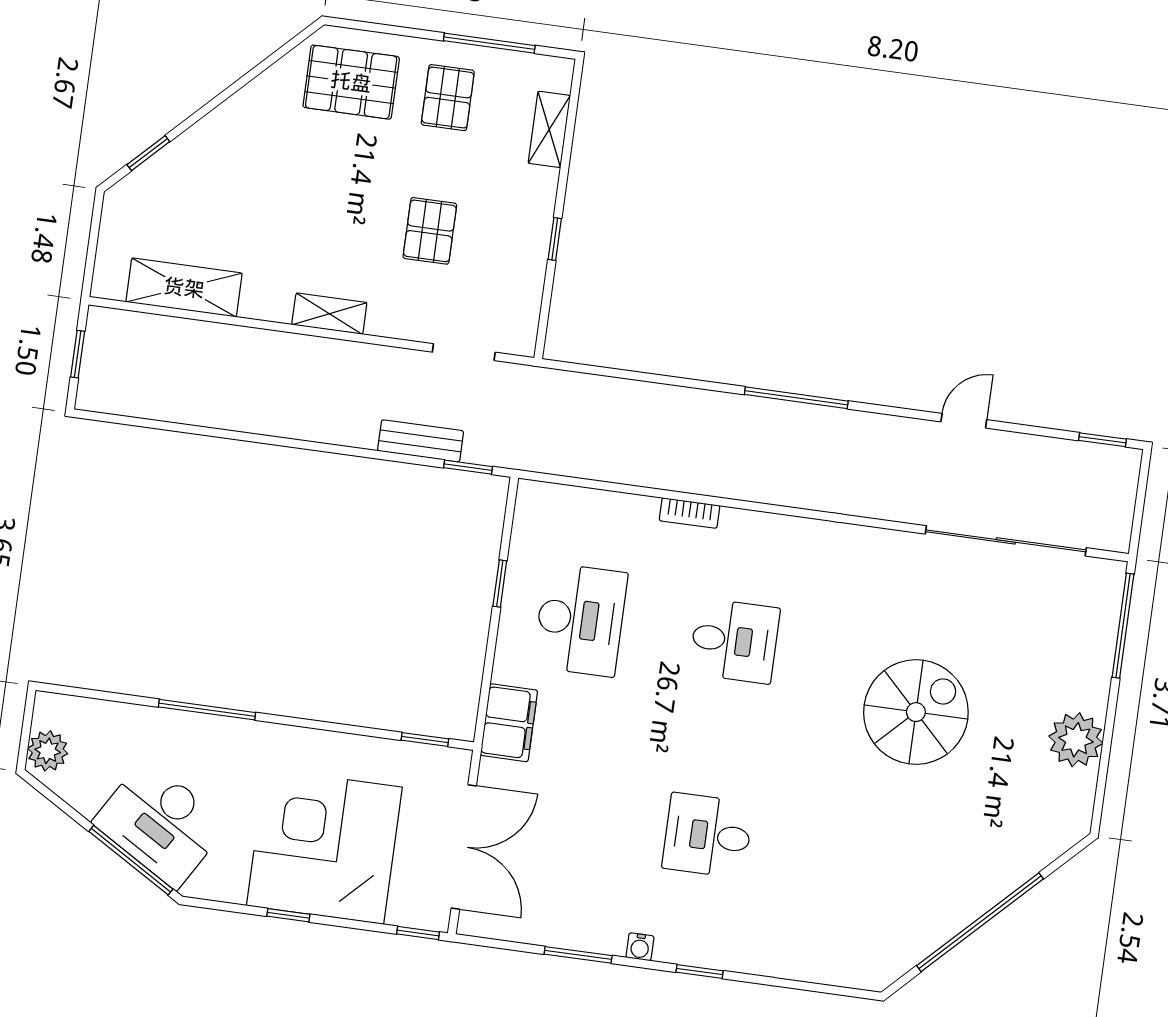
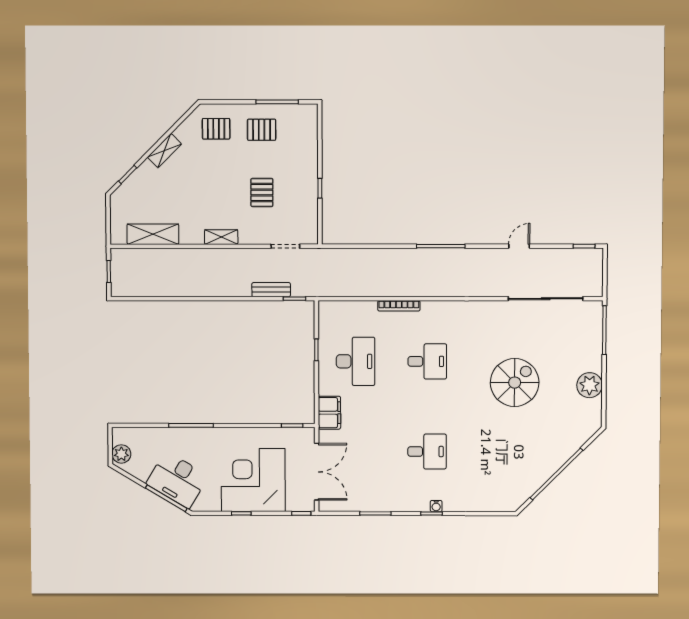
pallet: (351, 82) -> (216, 129), width x0.67, depth x0.71
pallet: (448, 98) -> (262, 130), turned 90
shelving: (549, 129) -> (164, 151), moved, turned 45
bookcase: (690, 513) -> (399, 306), width x1.56
desk: (708, 835) -> (427, 451), turned 180
water cooler: (640, 947) -> (436, 506), moved

